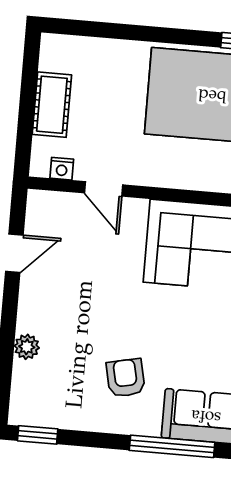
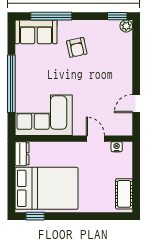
cot: (52, 105) -> (124, 194), moved
plant: (27, 347) -> (126, 26), moved

